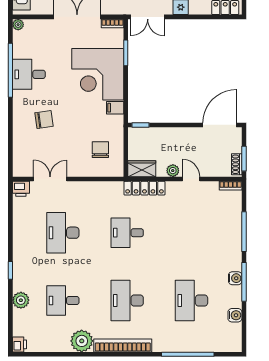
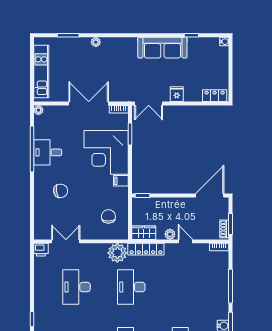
plant: (111, 193) -> (117, 253), added
desk: (127, 233) -> (131, 287), width x1.37

